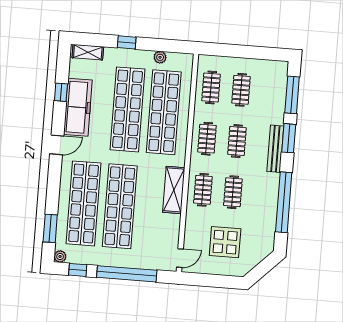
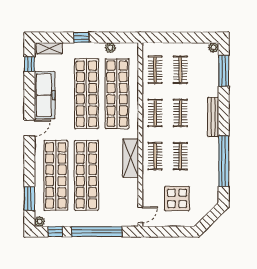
plant: (282, 67) -> (213, 48), added
window: (61, 92) -> (29, 64), moved
window: (289, 138) -> (224, 107), removed

